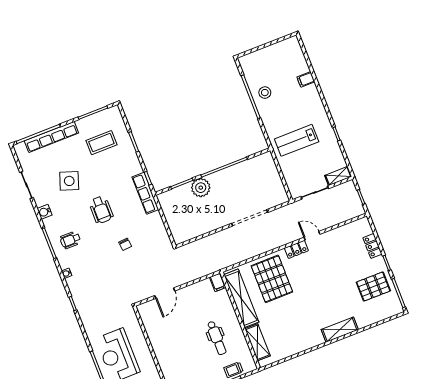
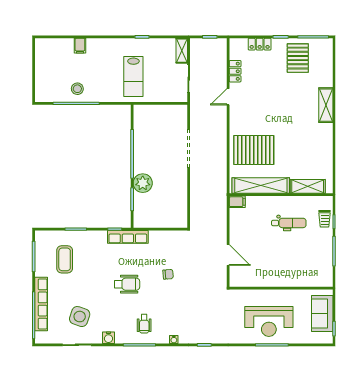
side table: (69, 181) -> (80, 317), moved
locker: (296, 249) -> (235, 71), moved

